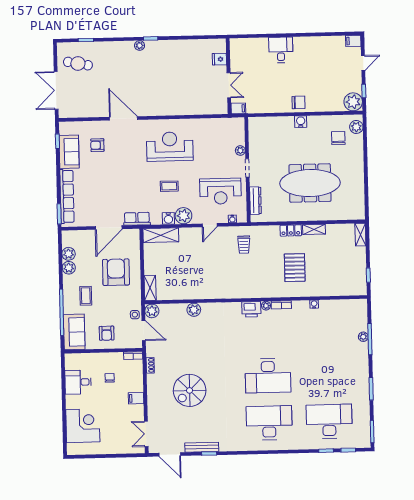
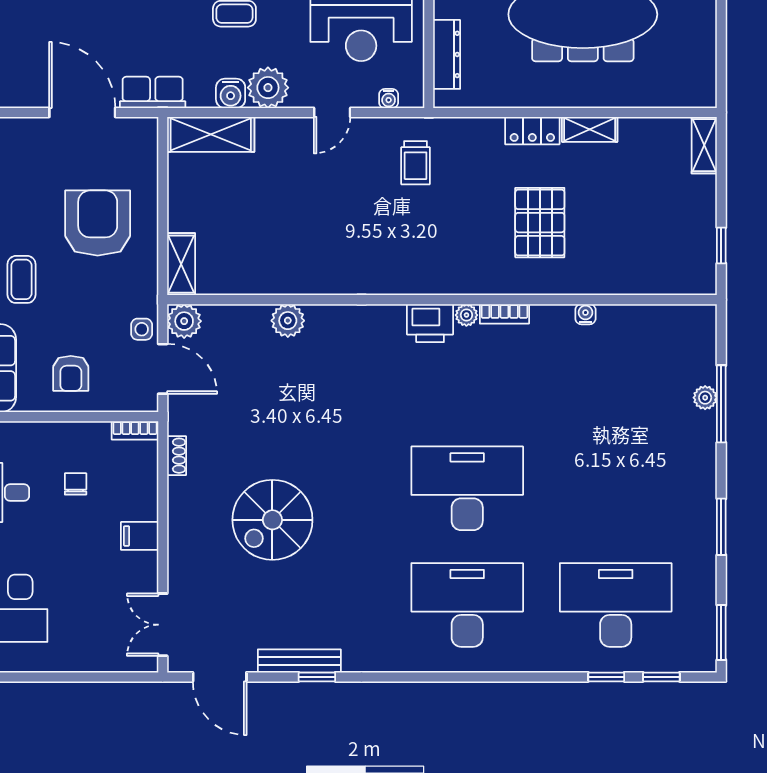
door: (109, 228) -> (82, 112), swing flipped
desk: (268, 376) -> (467, 488), turned 180

